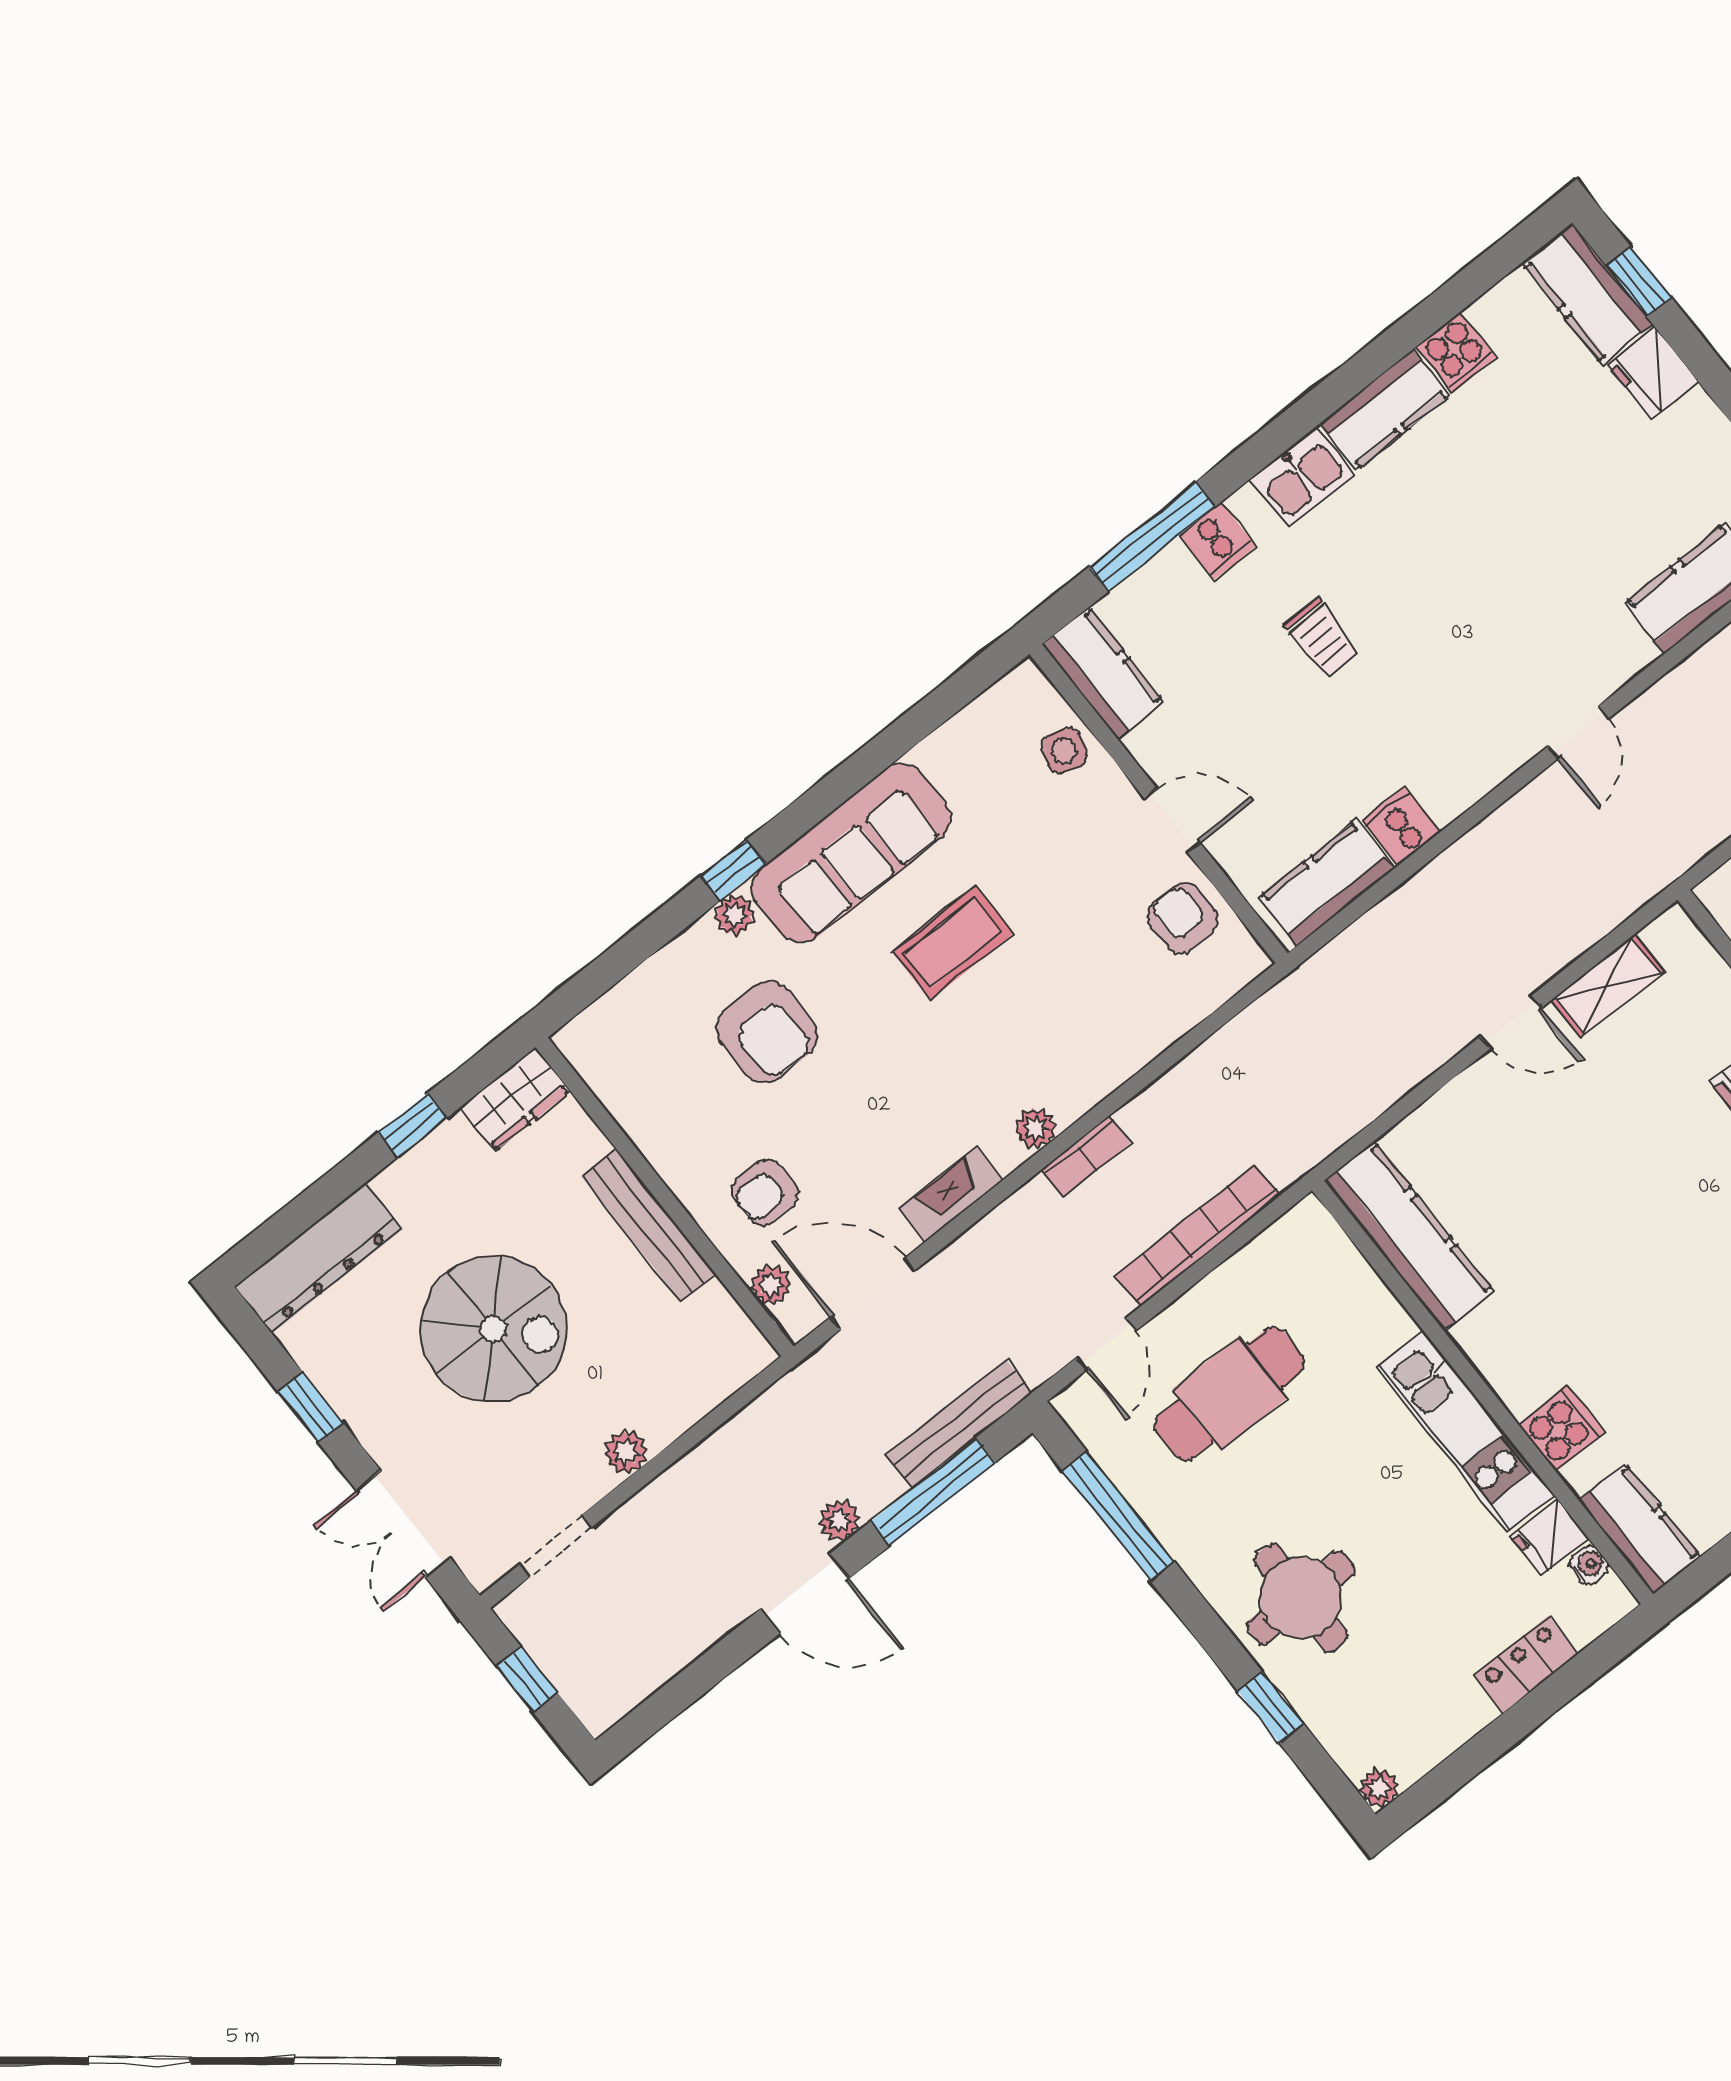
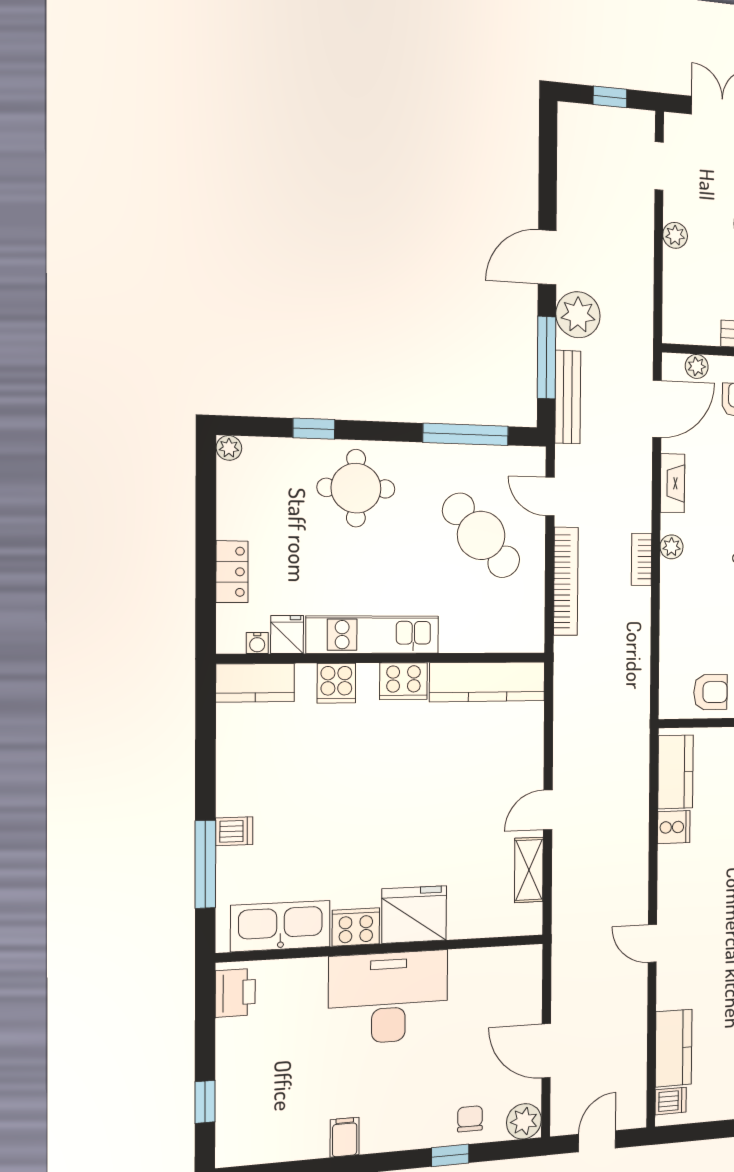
cooker: (1493, 1346) -> (404, 681), added
cafe table: (1230, 1394) -> (481, 535), turned -42
plant: (840, 1520) -> (578, 315), width x1.87, depth x1.87

